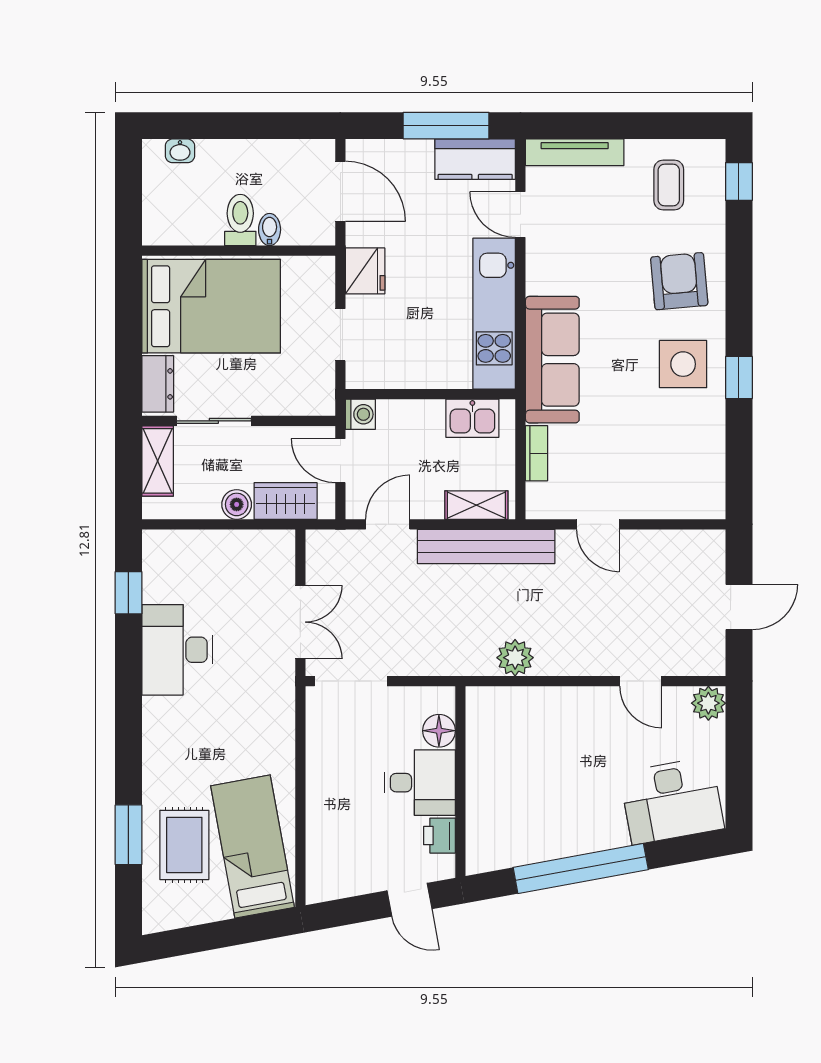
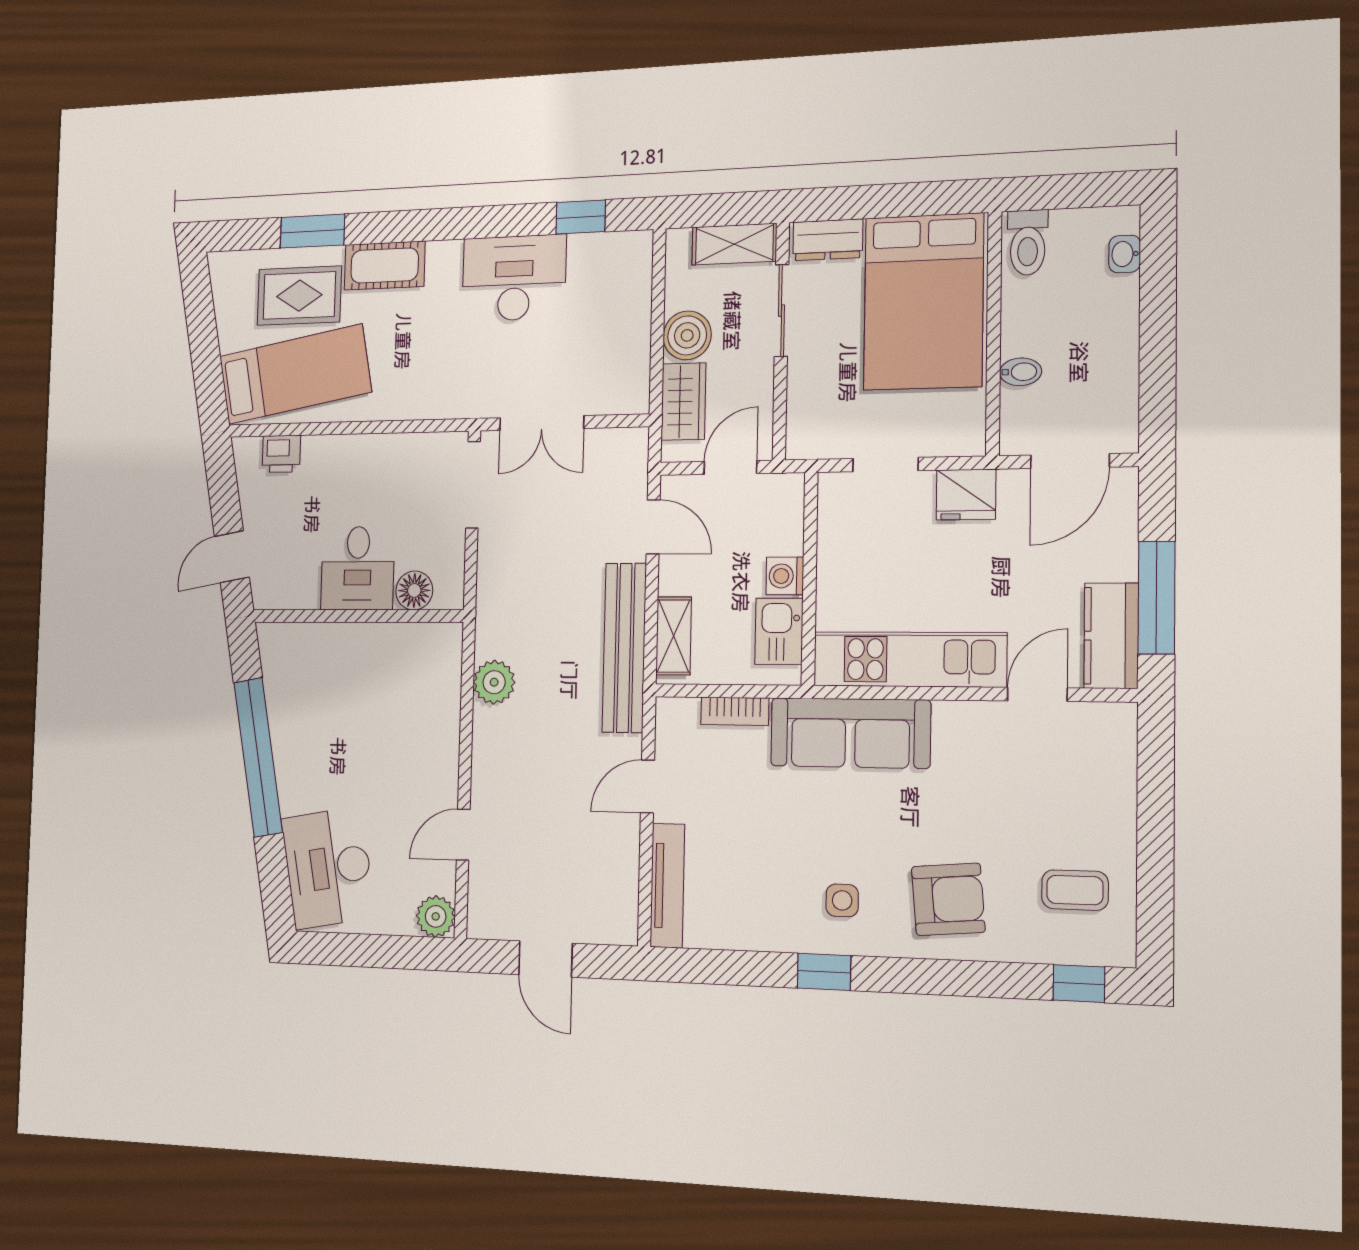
tv unit: (575, 152) -> (667, 886), moved, turned 180
toilet: (240, 220) -> (1028, 243), moved, turned 90
side table: (683, 364) -> (842, 900), width x0.54, depth x0.54
washing machine: (360, 414) -> (785, 576), moved, turned 90
boiler: (237, 504) -> (687, 335), width x1.36, depth x1.36
cot: (162, 767) -> (385, 266), added
printer: (440, 836) -> (281, 454), moved, turned 180

